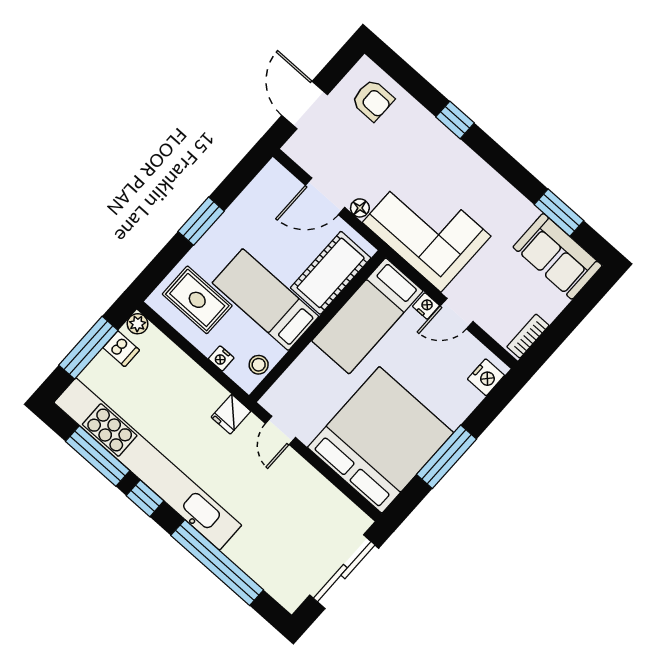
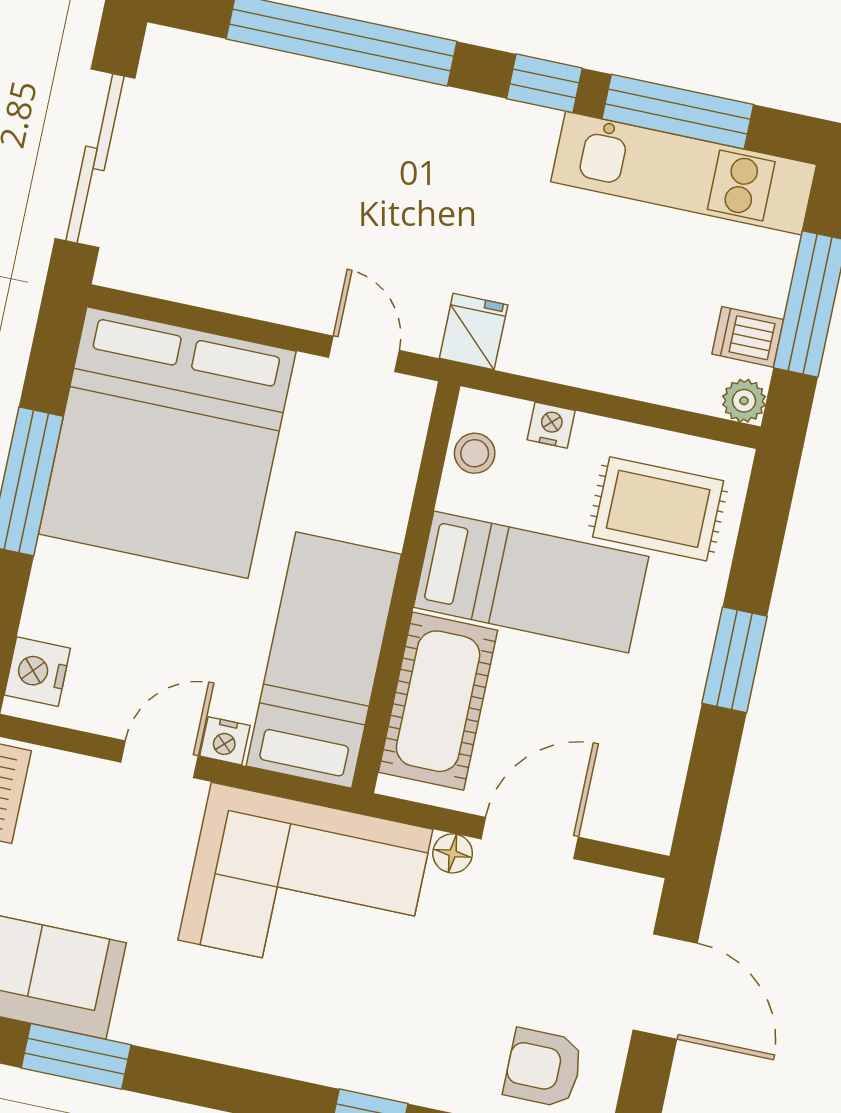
kitchen unit: (148, 464) -> (684, 173), width x0.54

